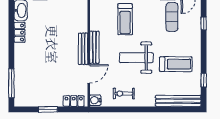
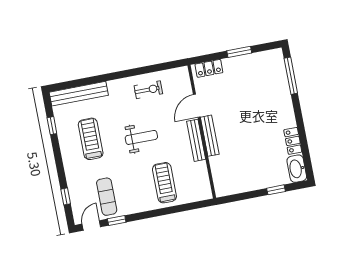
weight bench: (136, 58) -> (141, 137), width x0.73, depth x0.75
treadmill: (176, 64) -> (91, 139), turned 90
water cooler: (95, 100) -> (182, 75), removed

